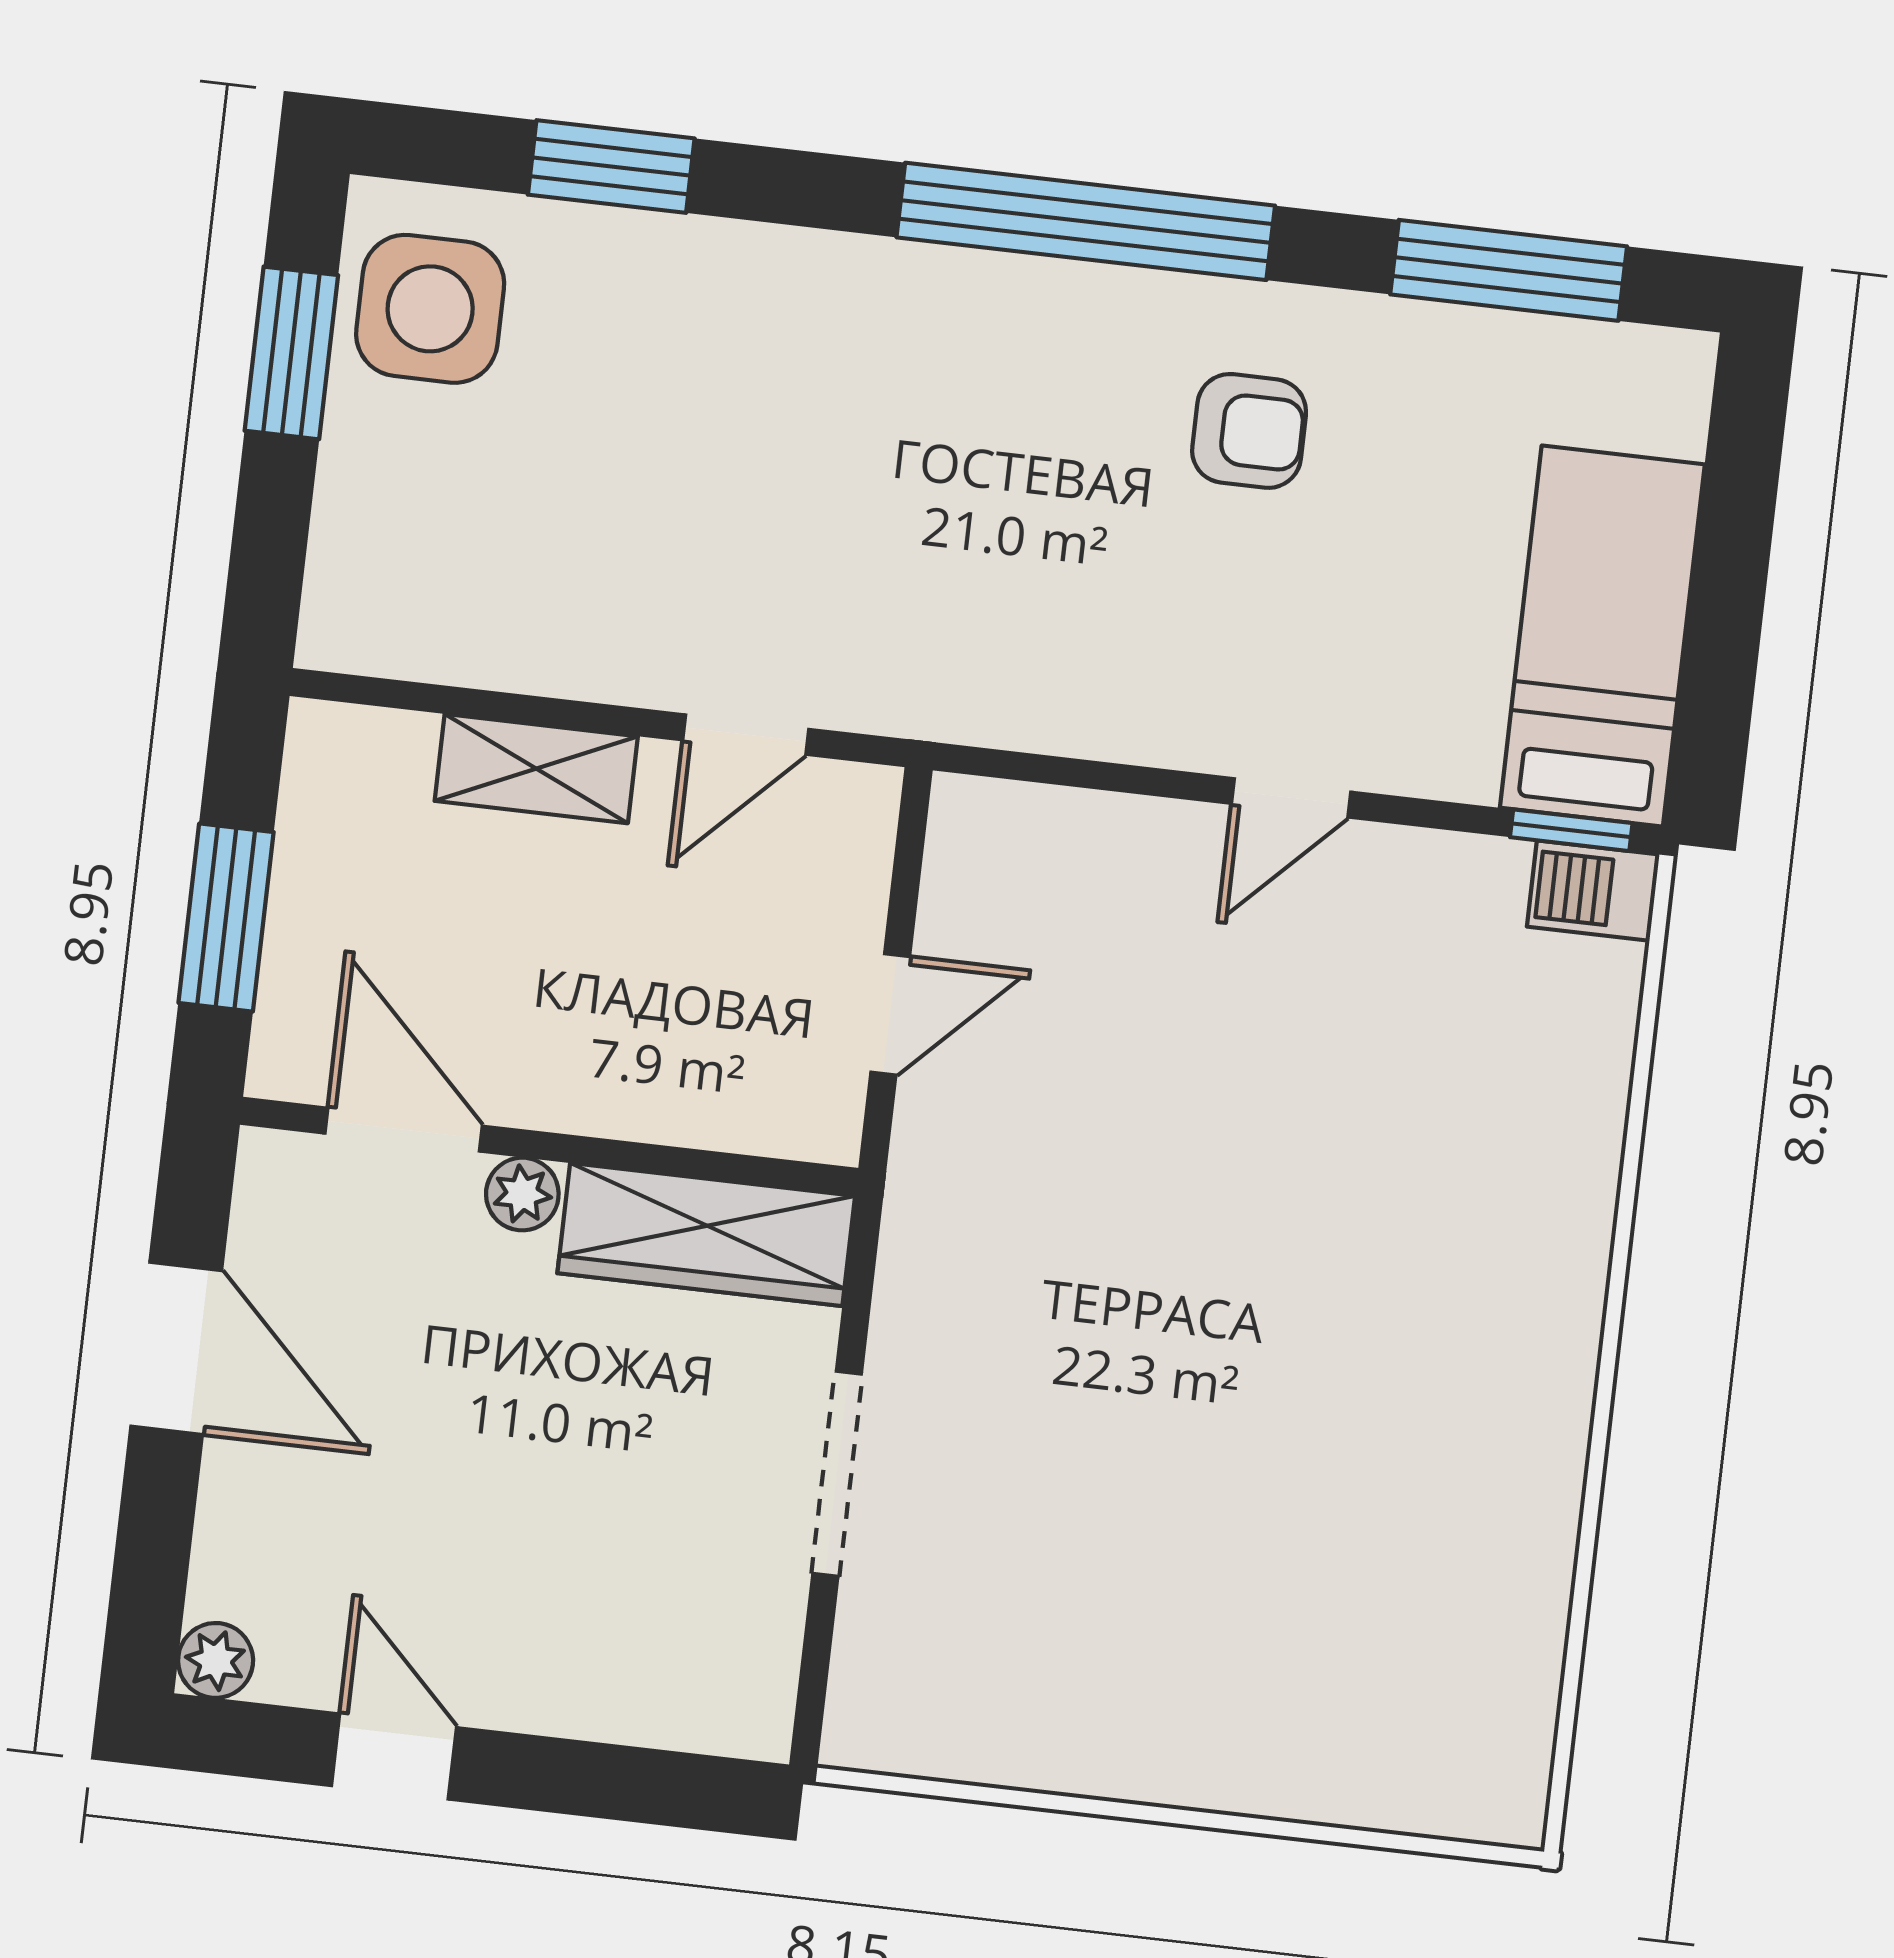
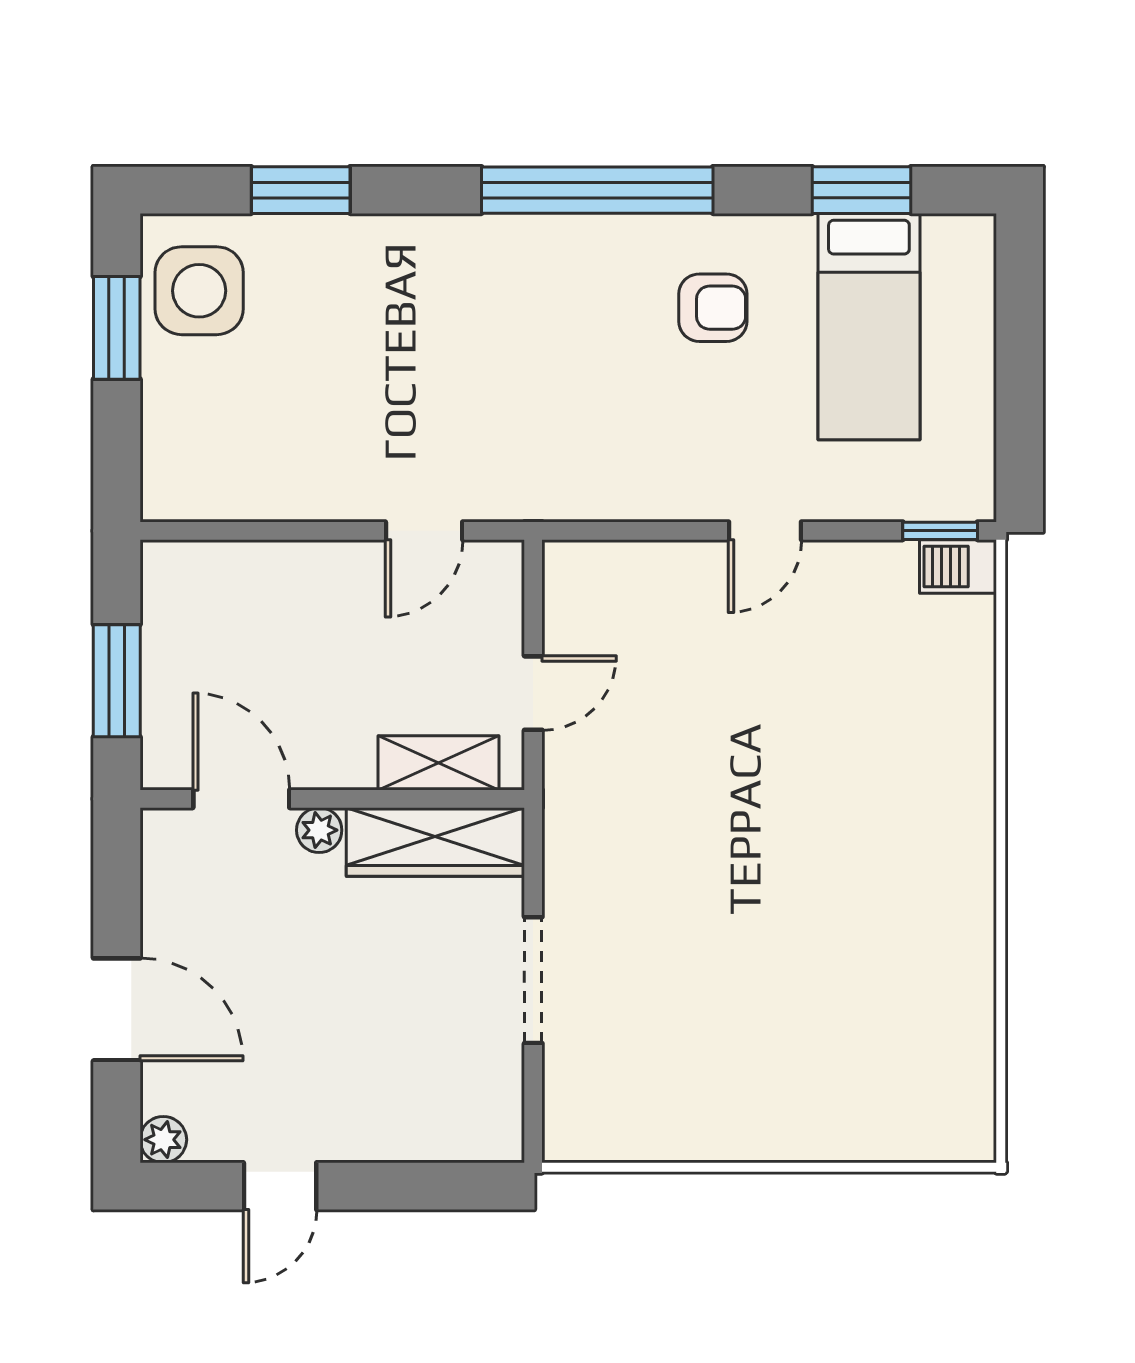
window: (1509, 270) -> (861, 190), width x0.69
bed: (1602, 636) -> (869, 327), moved, turned 180
shelving: (536, 769) -> (439, 763), moved
door: (176, 1348) -> (117, 1009), moved
door: (394, 1757) -> (280, 1186), swing flipped

